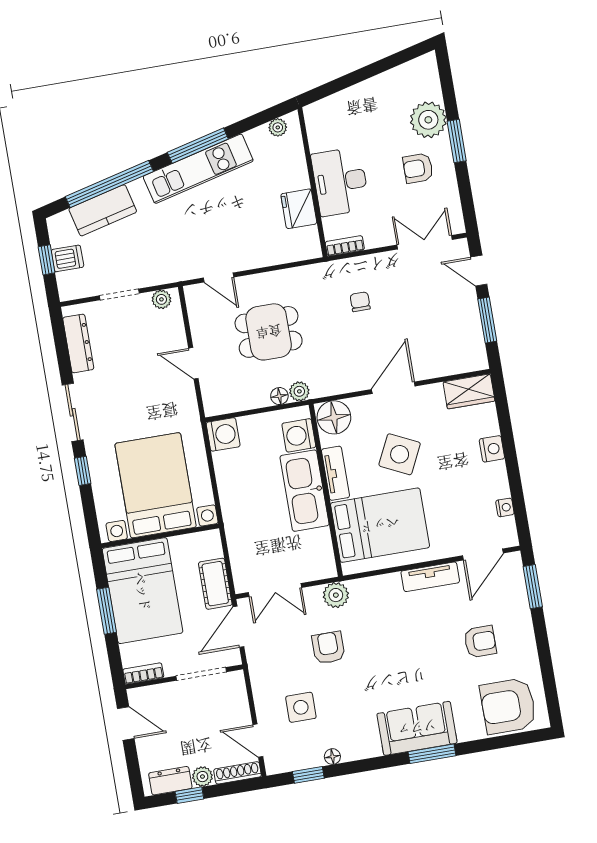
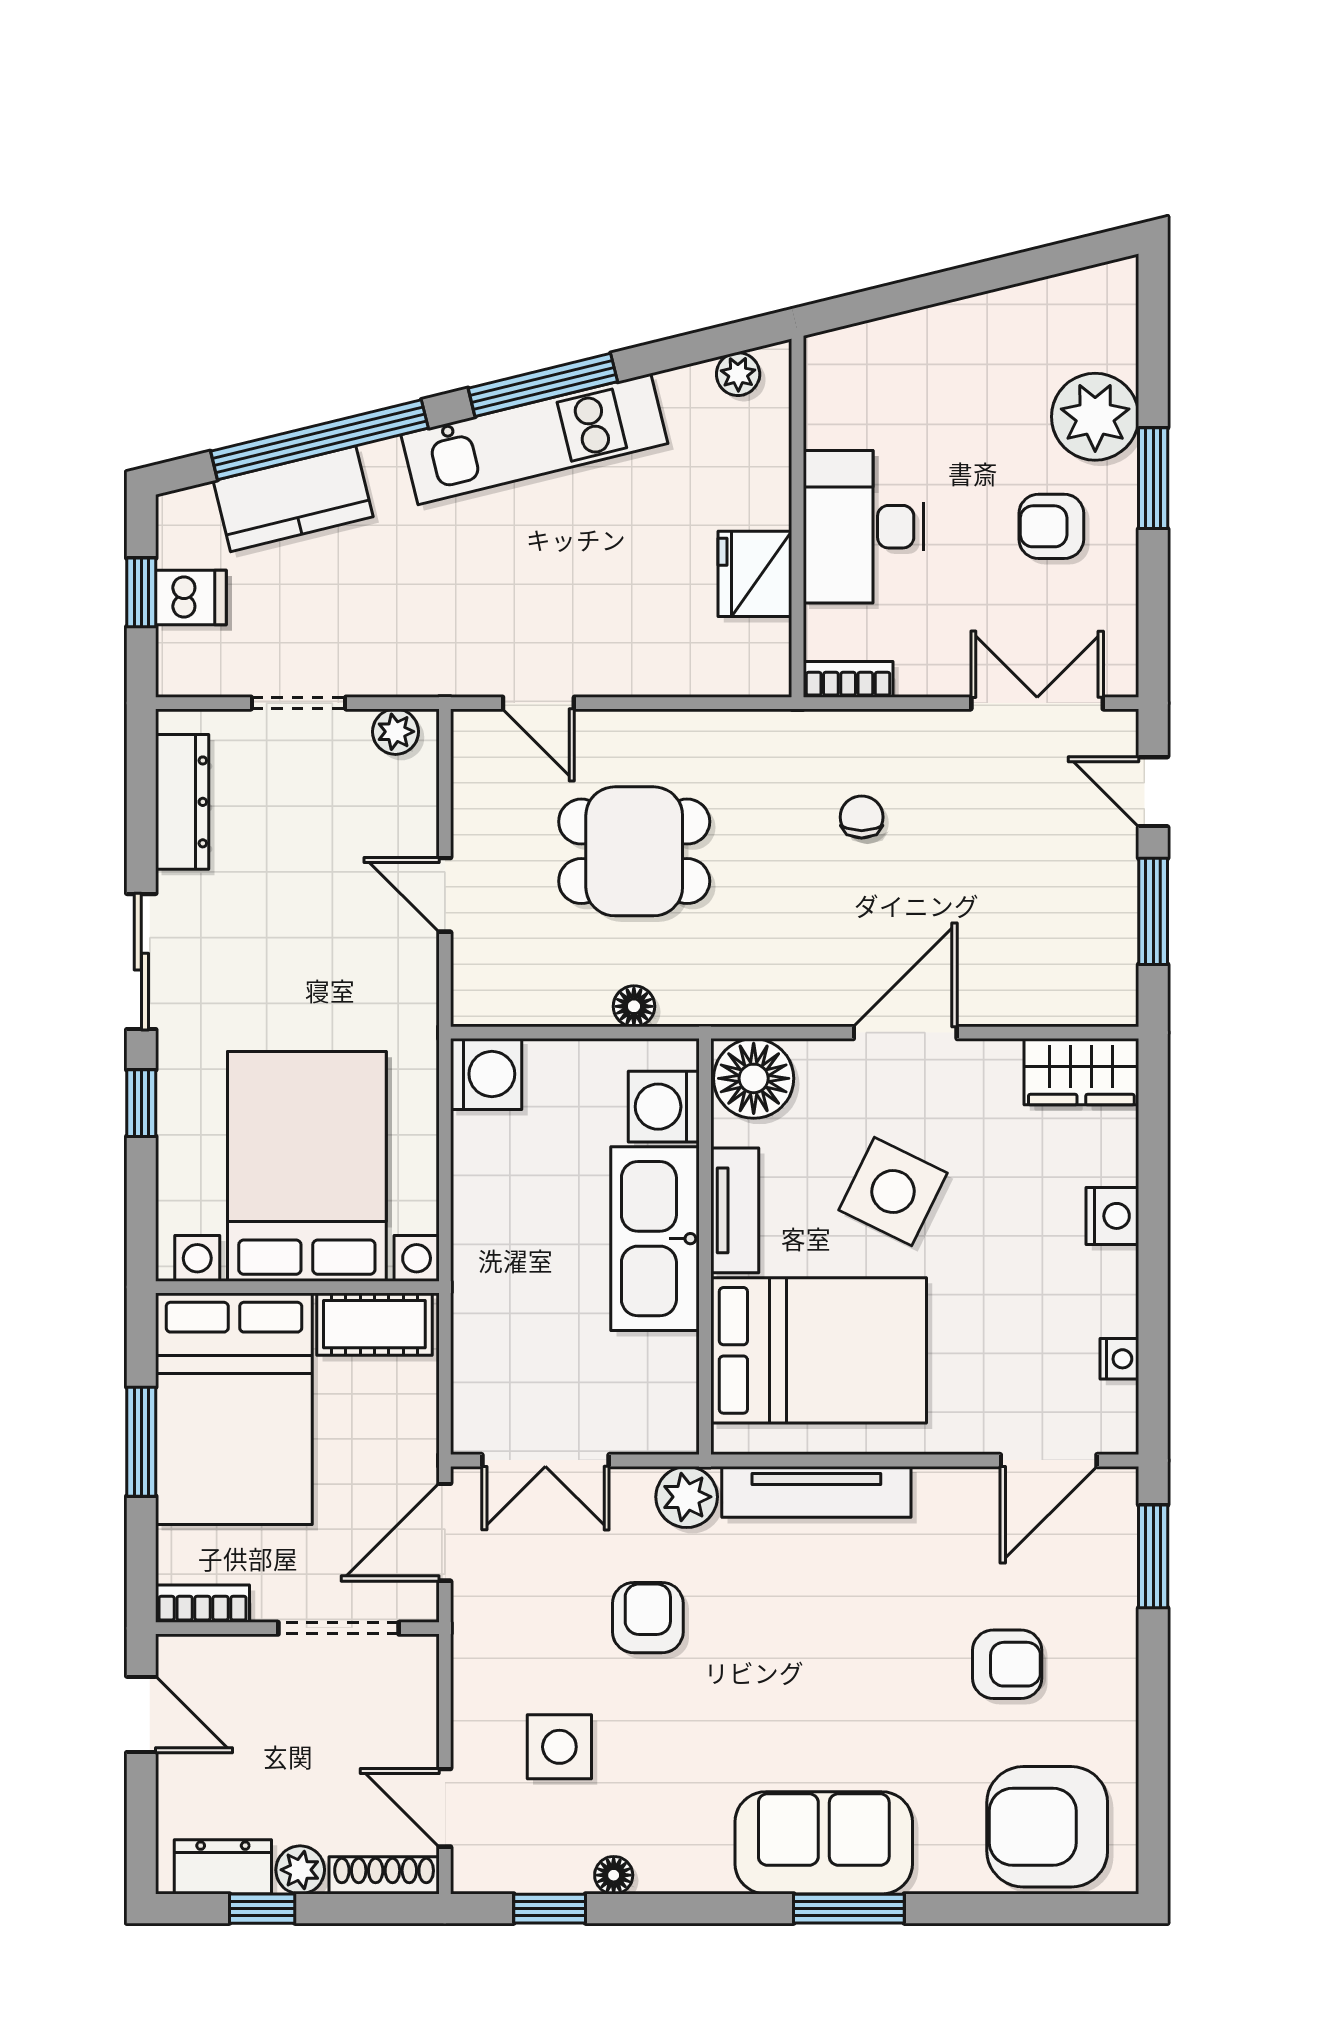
plant: (299, 391) -> (683, 1003), removed
tv unit: (430, 577) -> (816, 1492), moved, width x1.41
cot: (215, 584) -> (374, 1324), moved, turned 90

